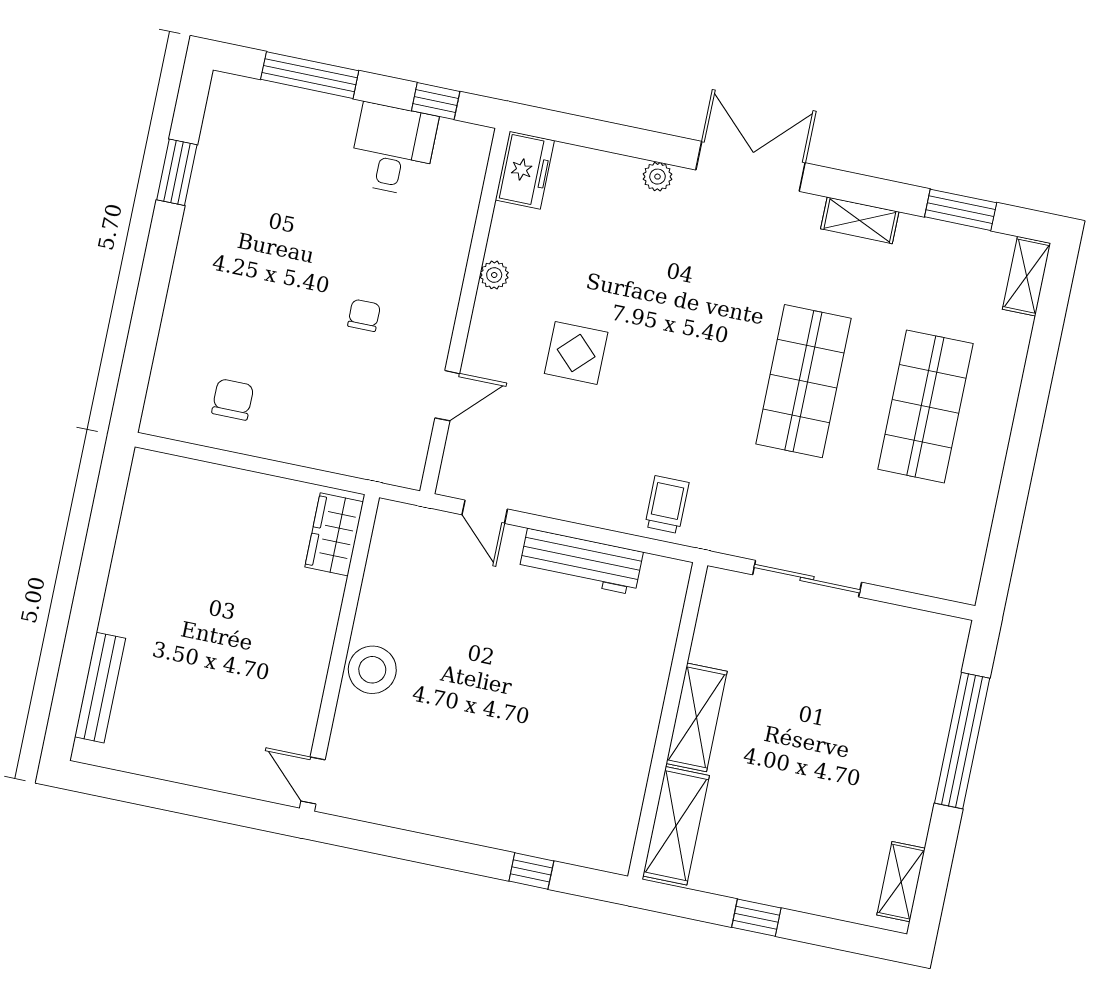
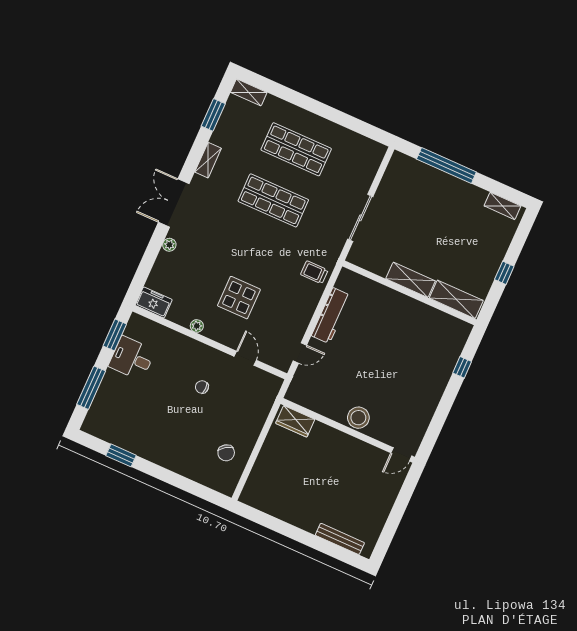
window: (436, 101) -> (115, 335), width x1.50
display table: (576, 353) -> (239, 298), width x1.36, depth x1.36
chair: (233, 399) -> (226, 453), turned -124

